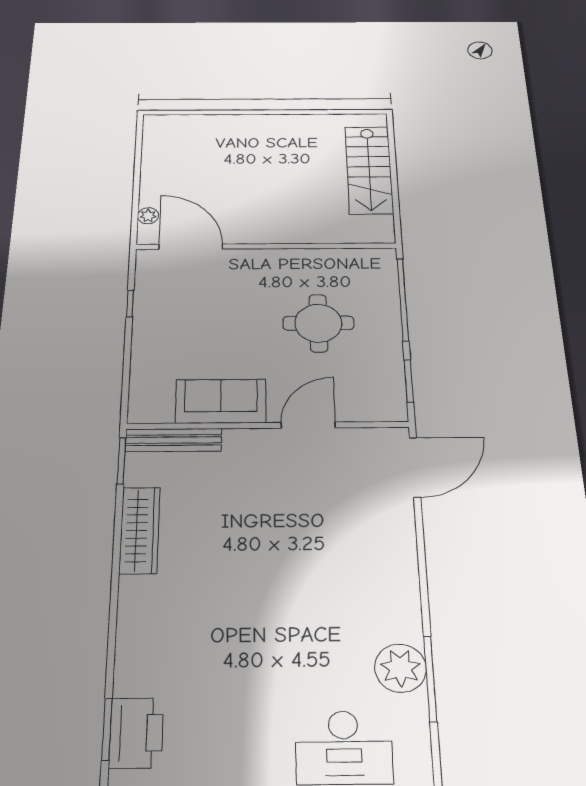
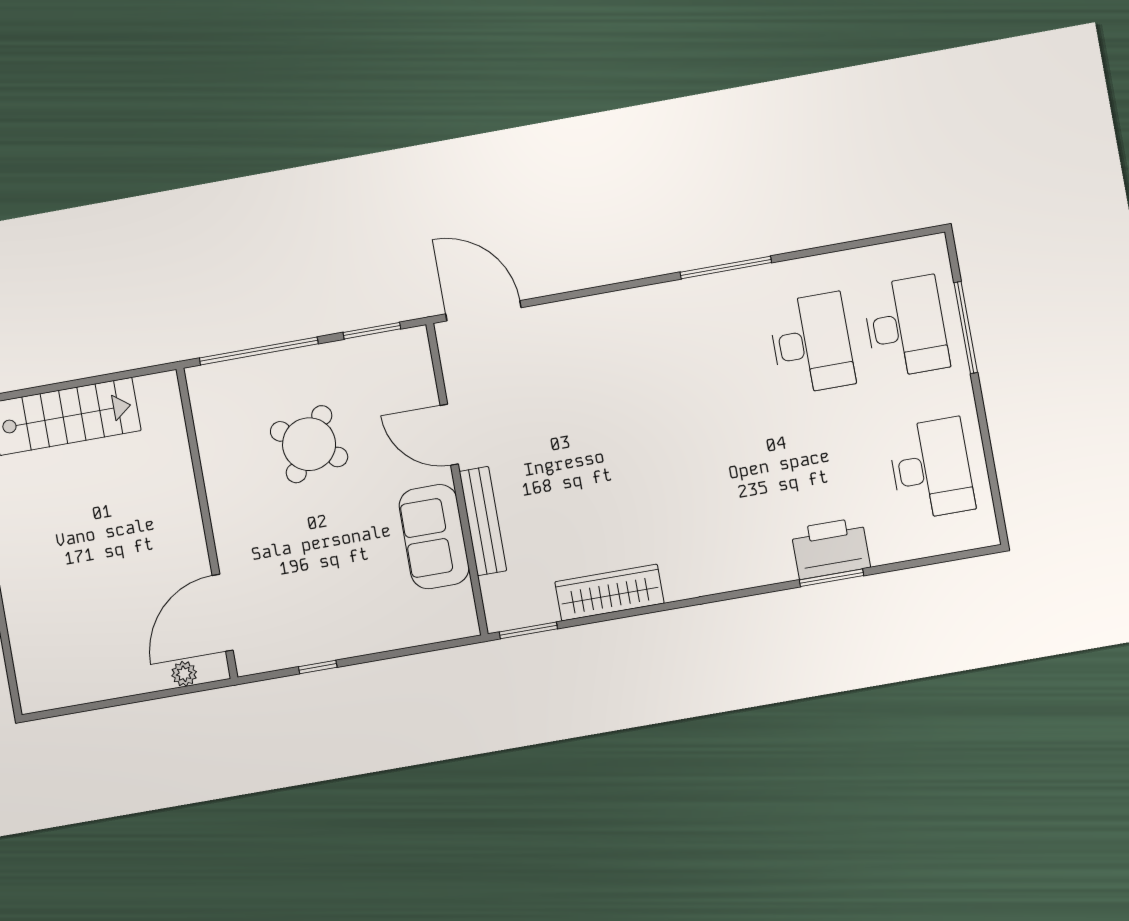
round table: (318, 323) -> (309, 444), turned 34
bench: (174, 440) -> (483, 521), moved
plant: (400, 668) -> (720, 298), removed

